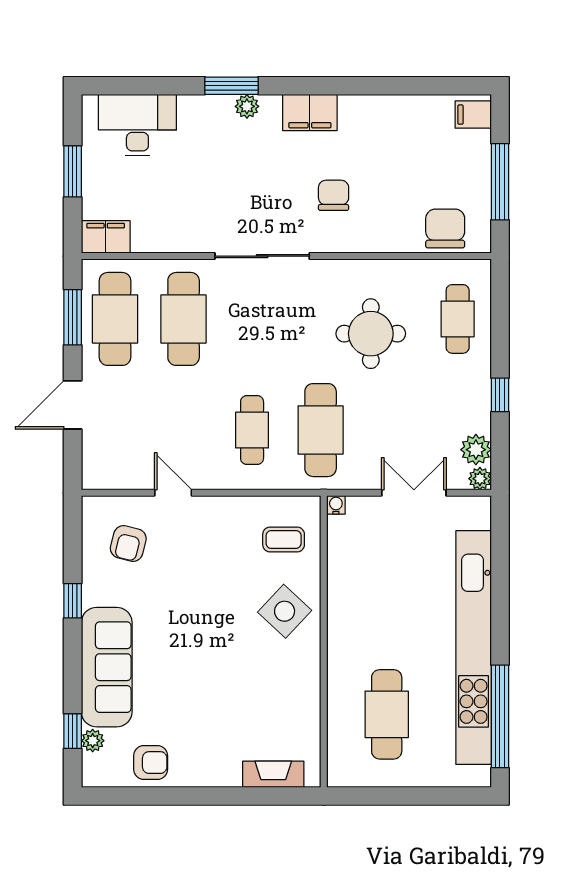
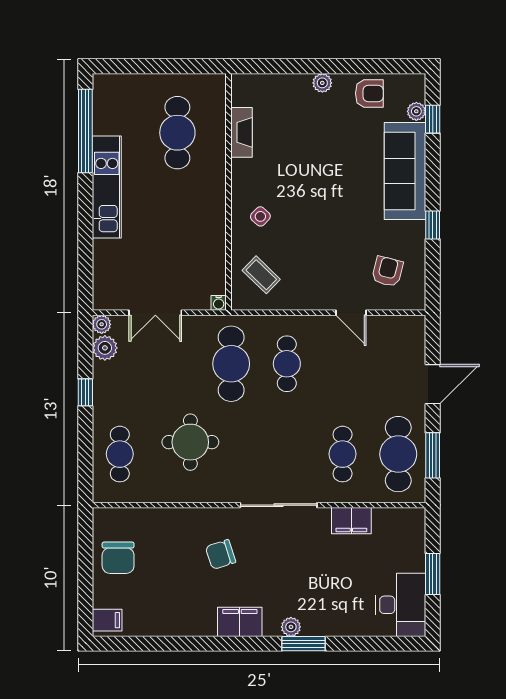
desk: (137, 125) -> (401, 605), moved, turned -90
window: (500, 182) -> (85, 566), removed
chair: (334, 195) -> (221, 555), turned 72
chair: (445, 229) -> (118, 558), moved
filing cabinet: (106, 237) -> (351, 521), moved
cafe table: (184, 319) -> (343, 454), width x0.73, depth x0.74
coffee table: (284, 539) -> (261, 275), turned 44
side table: (285, 611) -> (260, 216), width x0.54, depth x0.54
kitchen unit: (474, 648) -> (107, 187), width x0.54
armchair: (151, 763) -> (369, 93), turned 180
fireplace: (273, 774) -> (241, 132), moved, turned -90
plant: (208, 776) -> (322, 83), added

